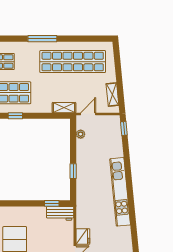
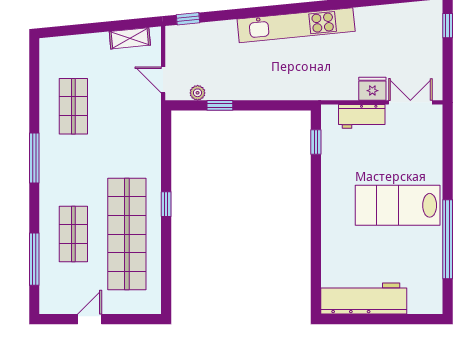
shop shelf: (73, 62) -> (73, 106), width x0.50, depth x0.74
shelving: (64, 108) -> (152, 121), removed
window: (73, 171) -> (220, 105), moved
workbench: (60, 213) -> (362, 116), moved, turned 90

